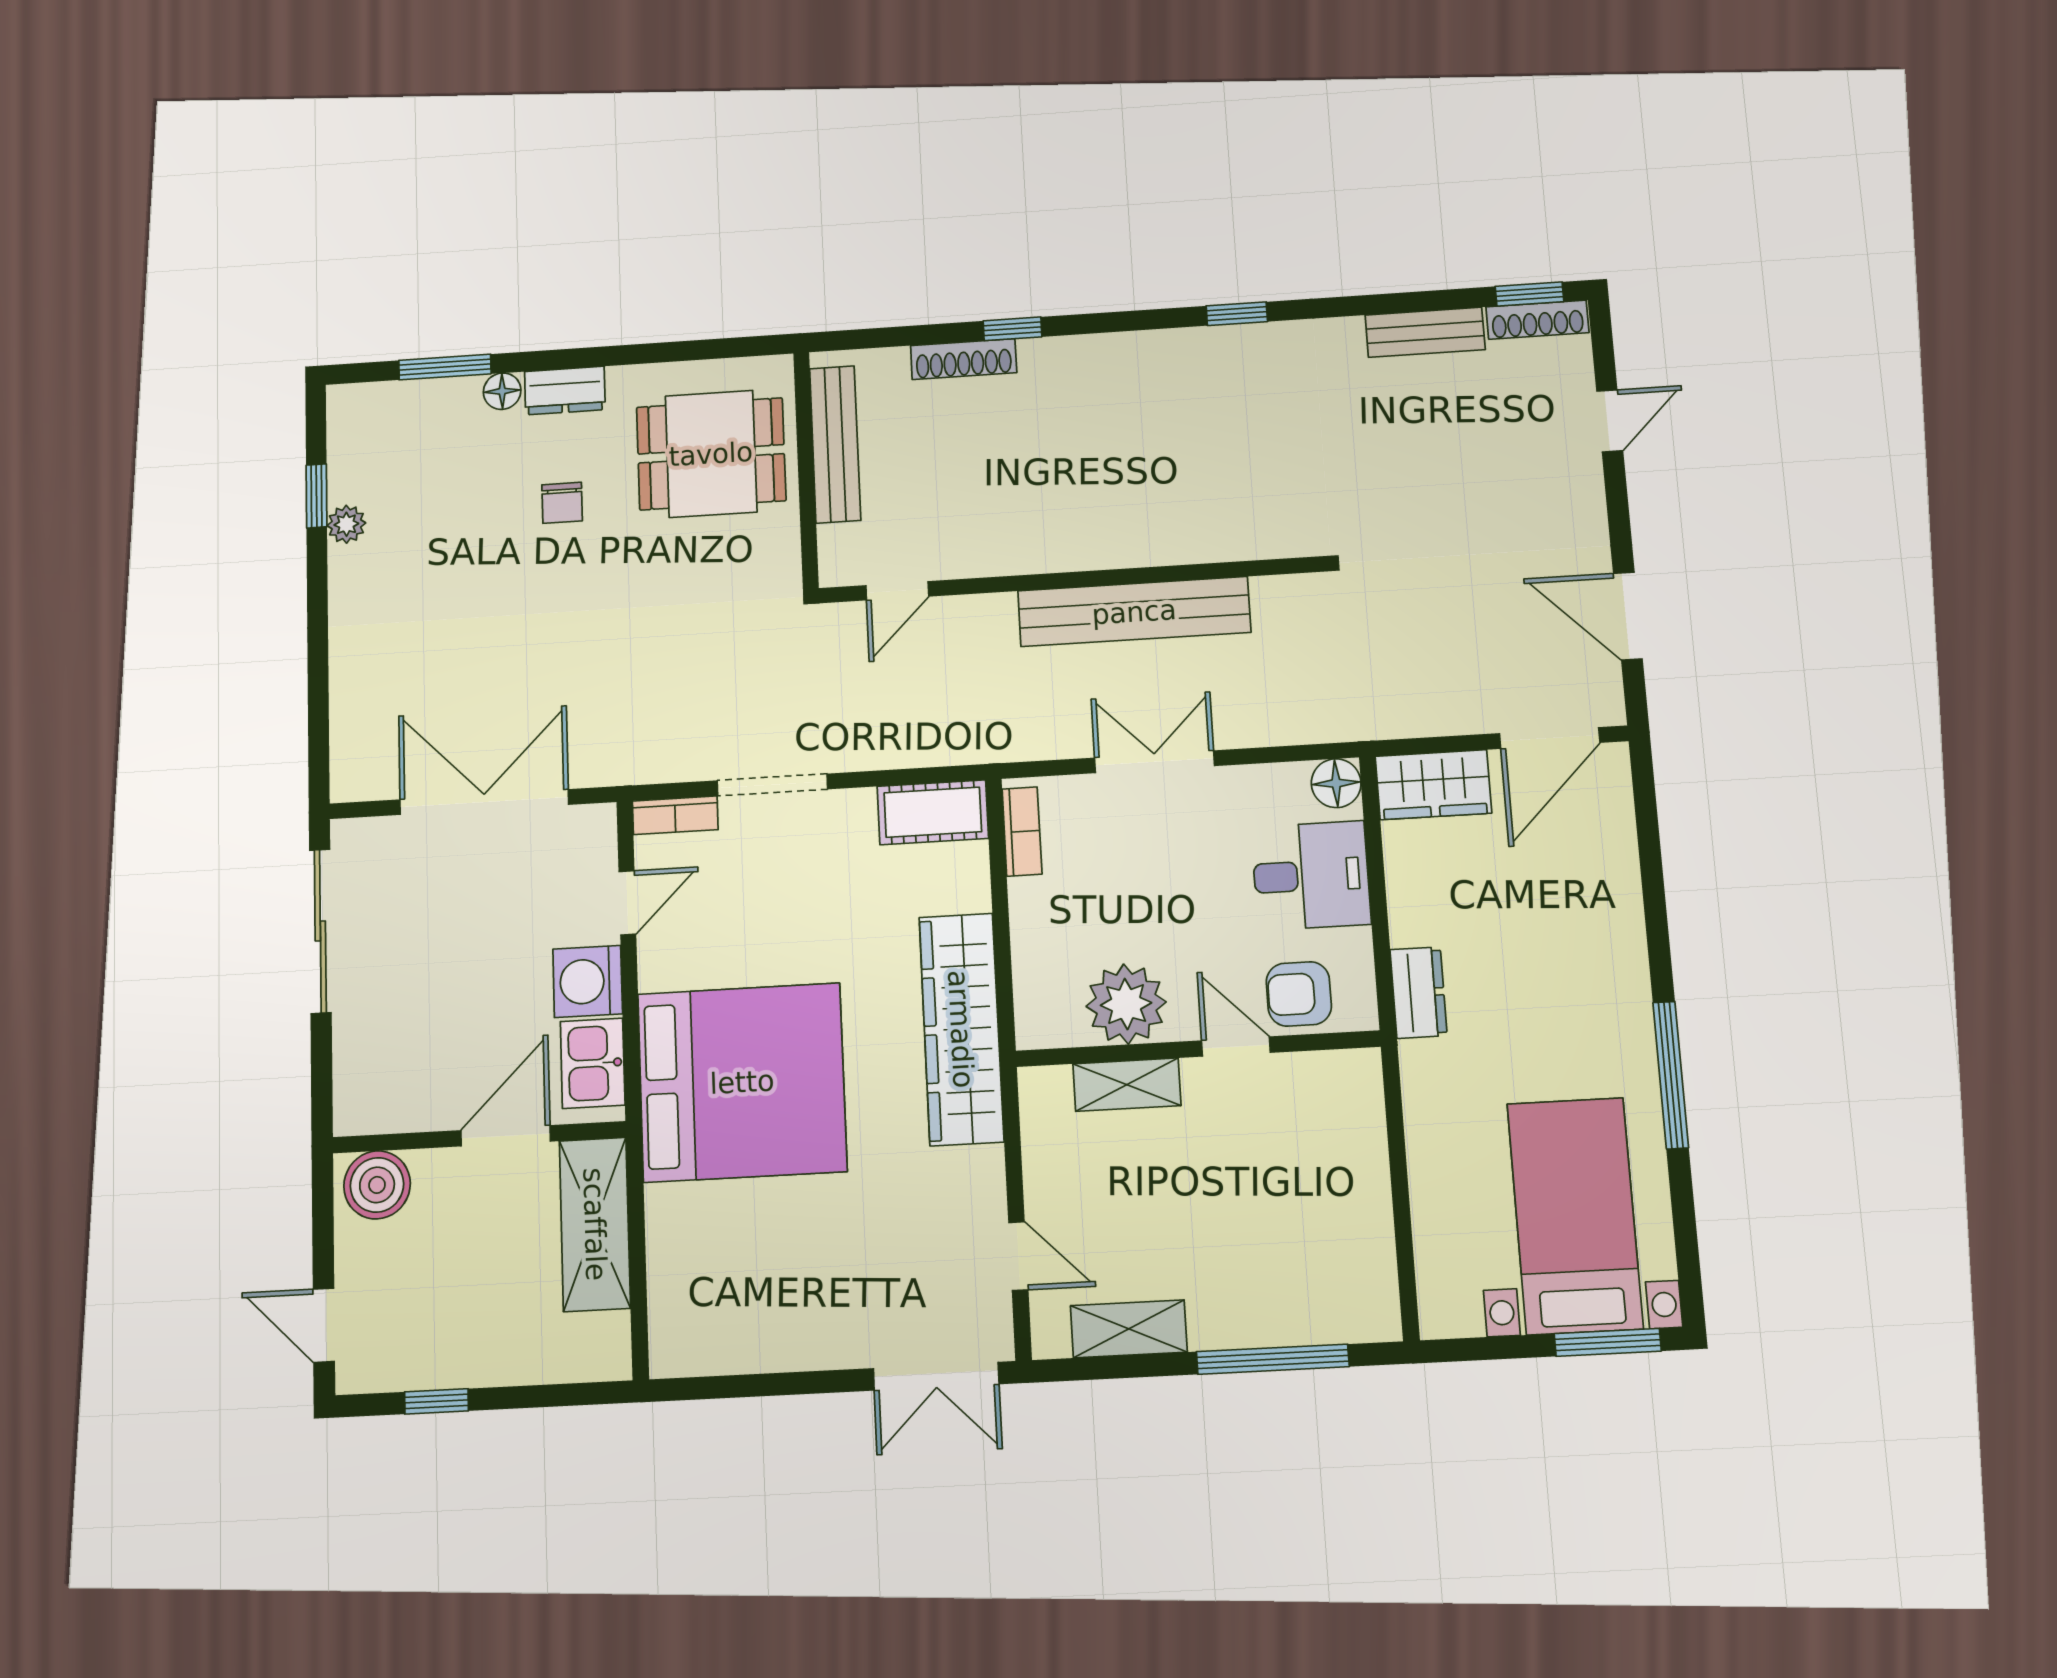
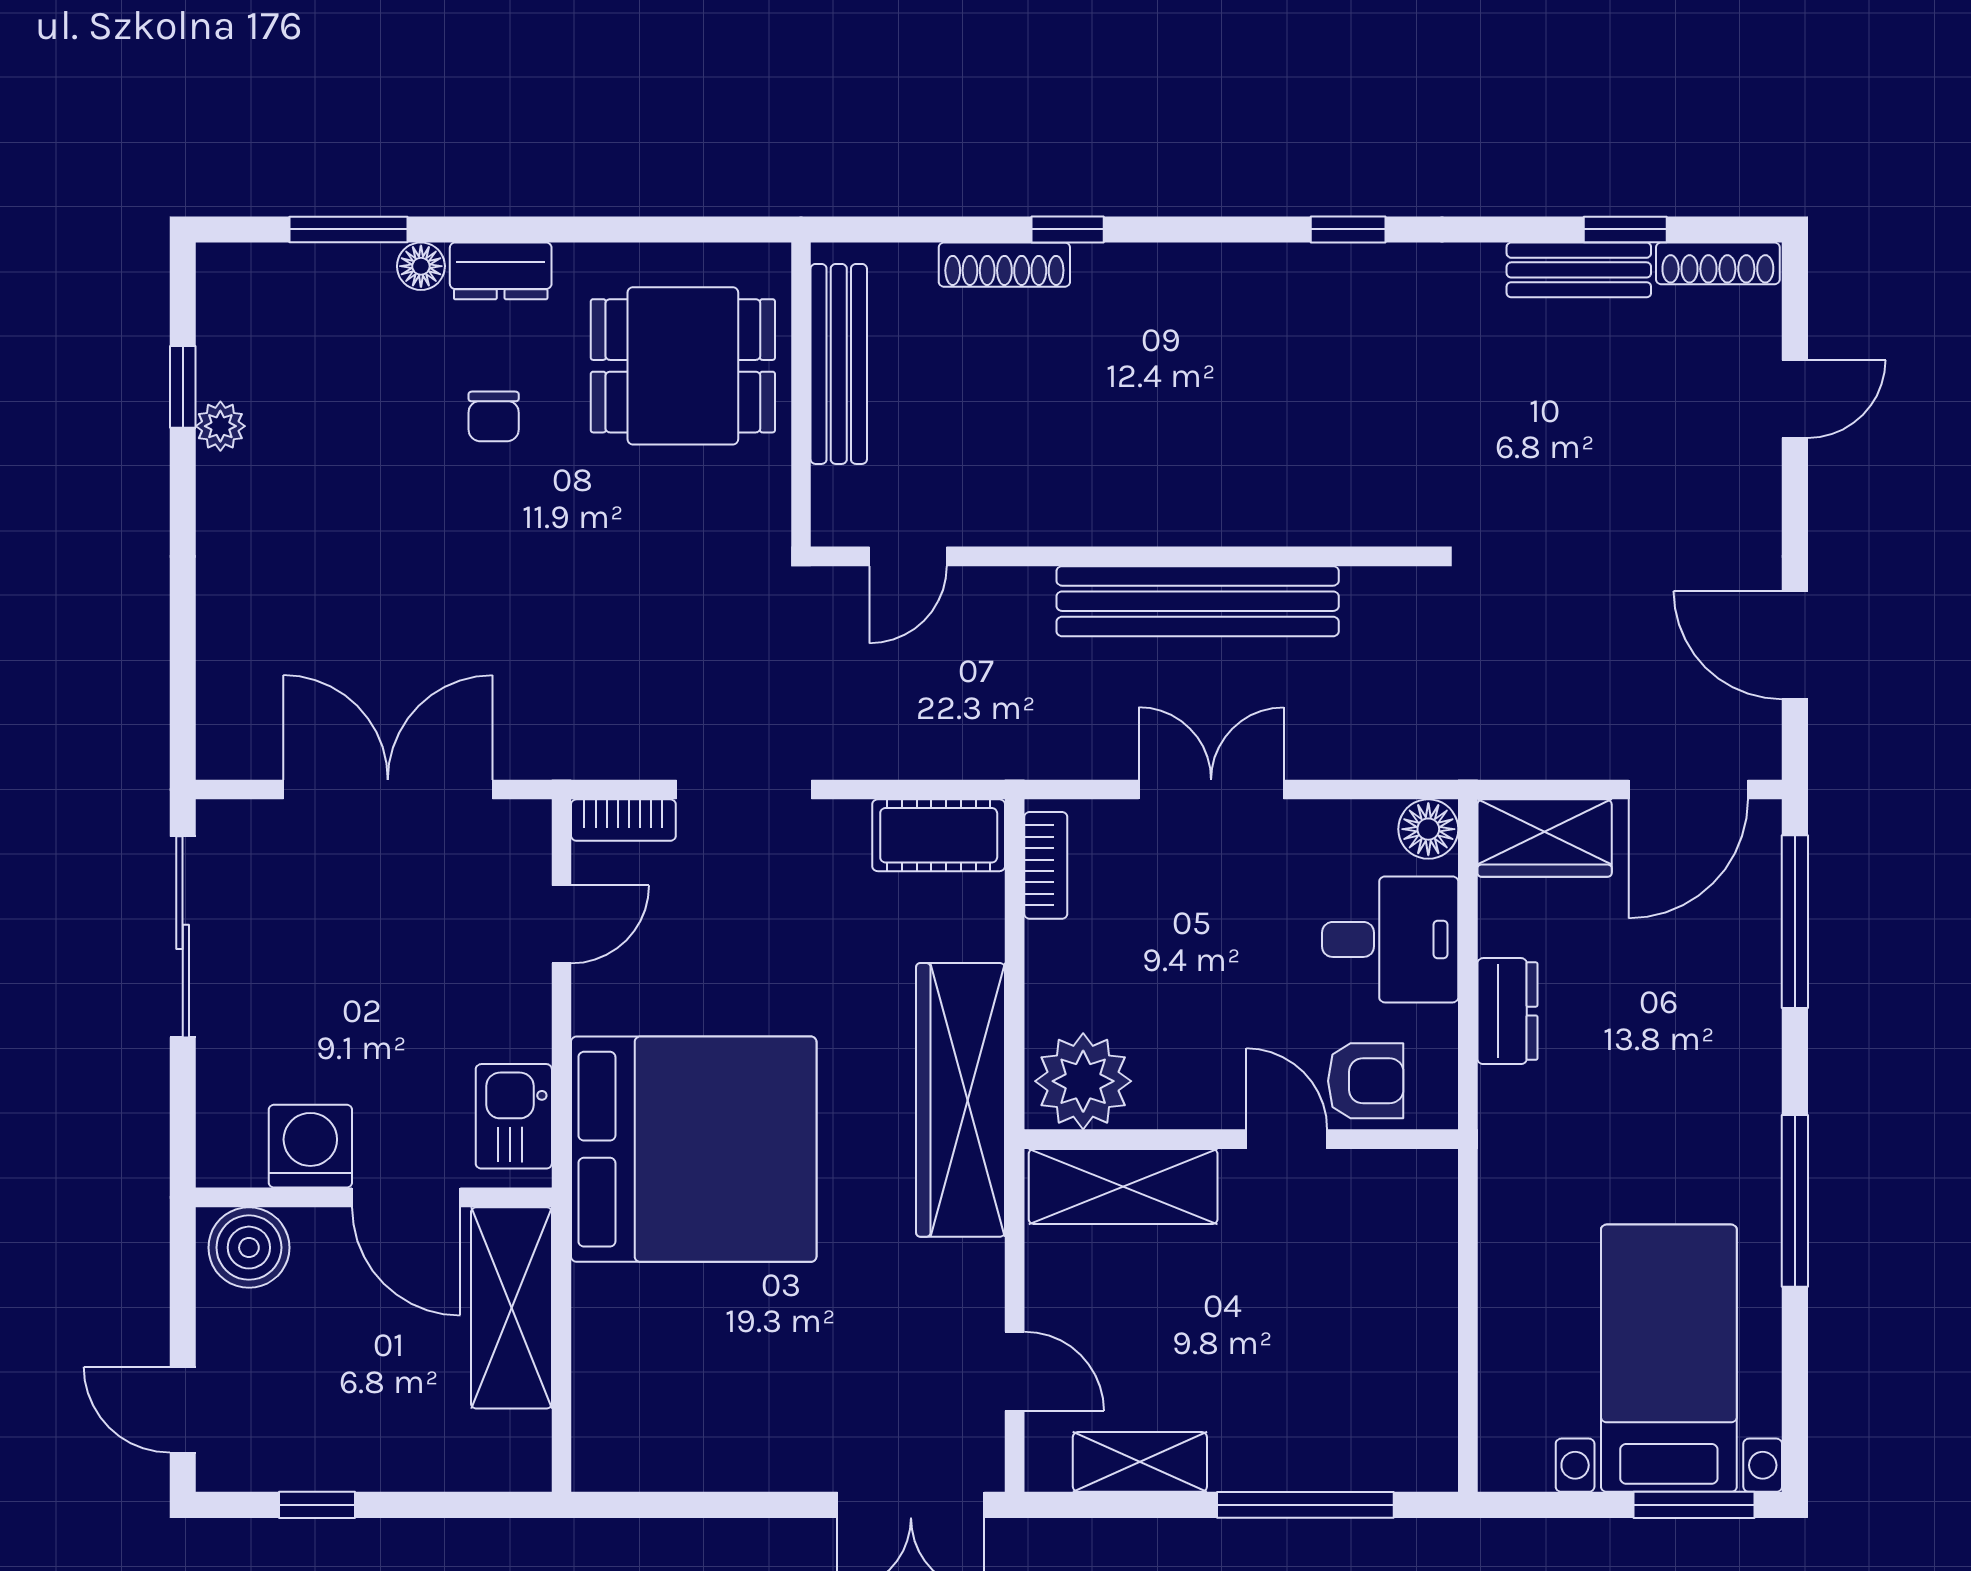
window: (1529, 294) -> (1625, 229), moved
window: (1649, 841) -> (1795, 922), added
washing machine: (588, 981) -> (310, 1146), moved, turned 90
dresser: (1419, 993) -> (1507, 1011), moved
armchair: (1299, 994) -> (1366, 1081), turned 180
plant: (1126, 1004) -> (1083, 1081), moved
shelving: (1127, 1085) -> (1123, 1187), width x1.50, depth x1.33
door: (506, 1136) -> (406, 1197), swing flipped

